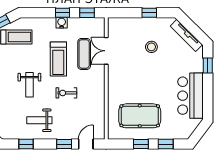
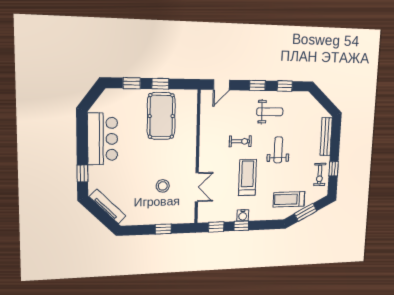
window: (149, 13) -> (163, 229), moved
stool: (151, 47) -> (163, 186), moved
exercise mat: (84, 54) -> (220, 183), removed
pool table: (140, 116) -> (161, 116), turned 90
window: (64, 144) -> (257, 86), moved

